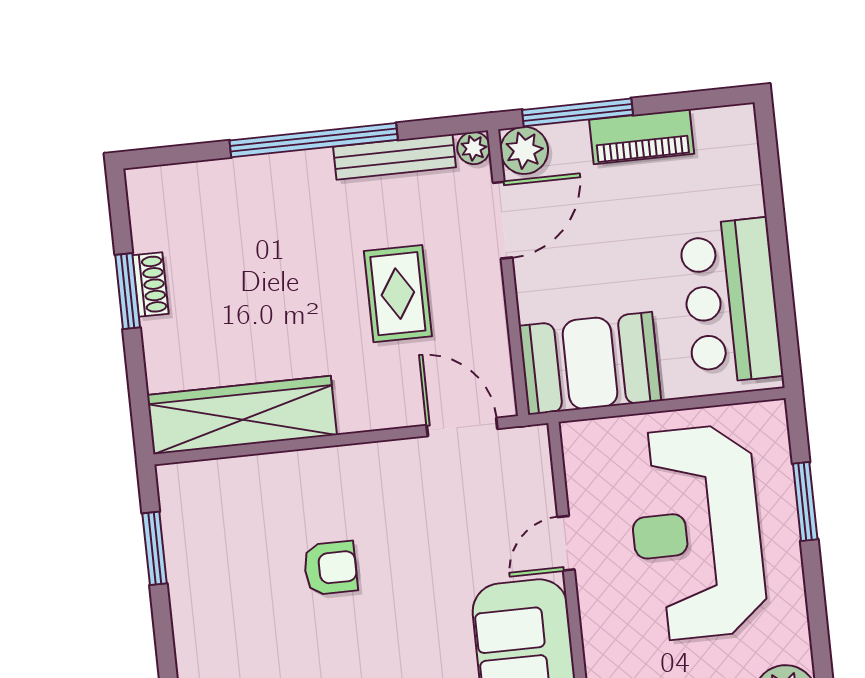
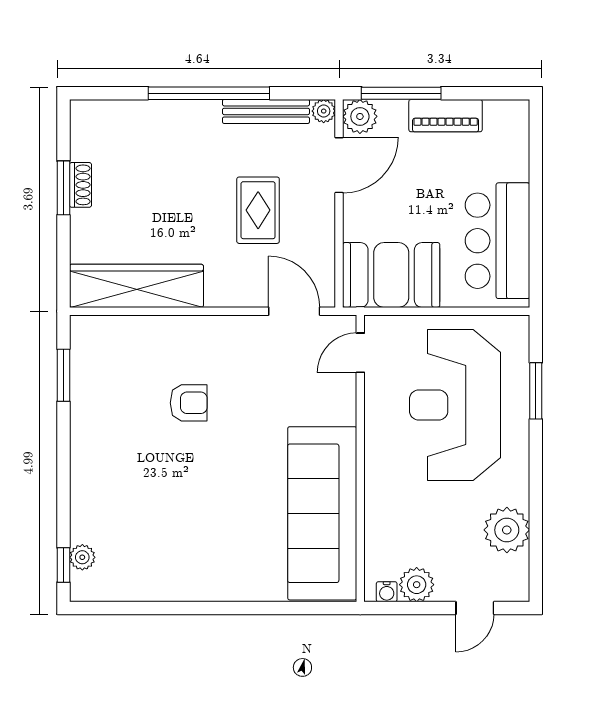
door: (566, 543) -> (360, 353), moved

